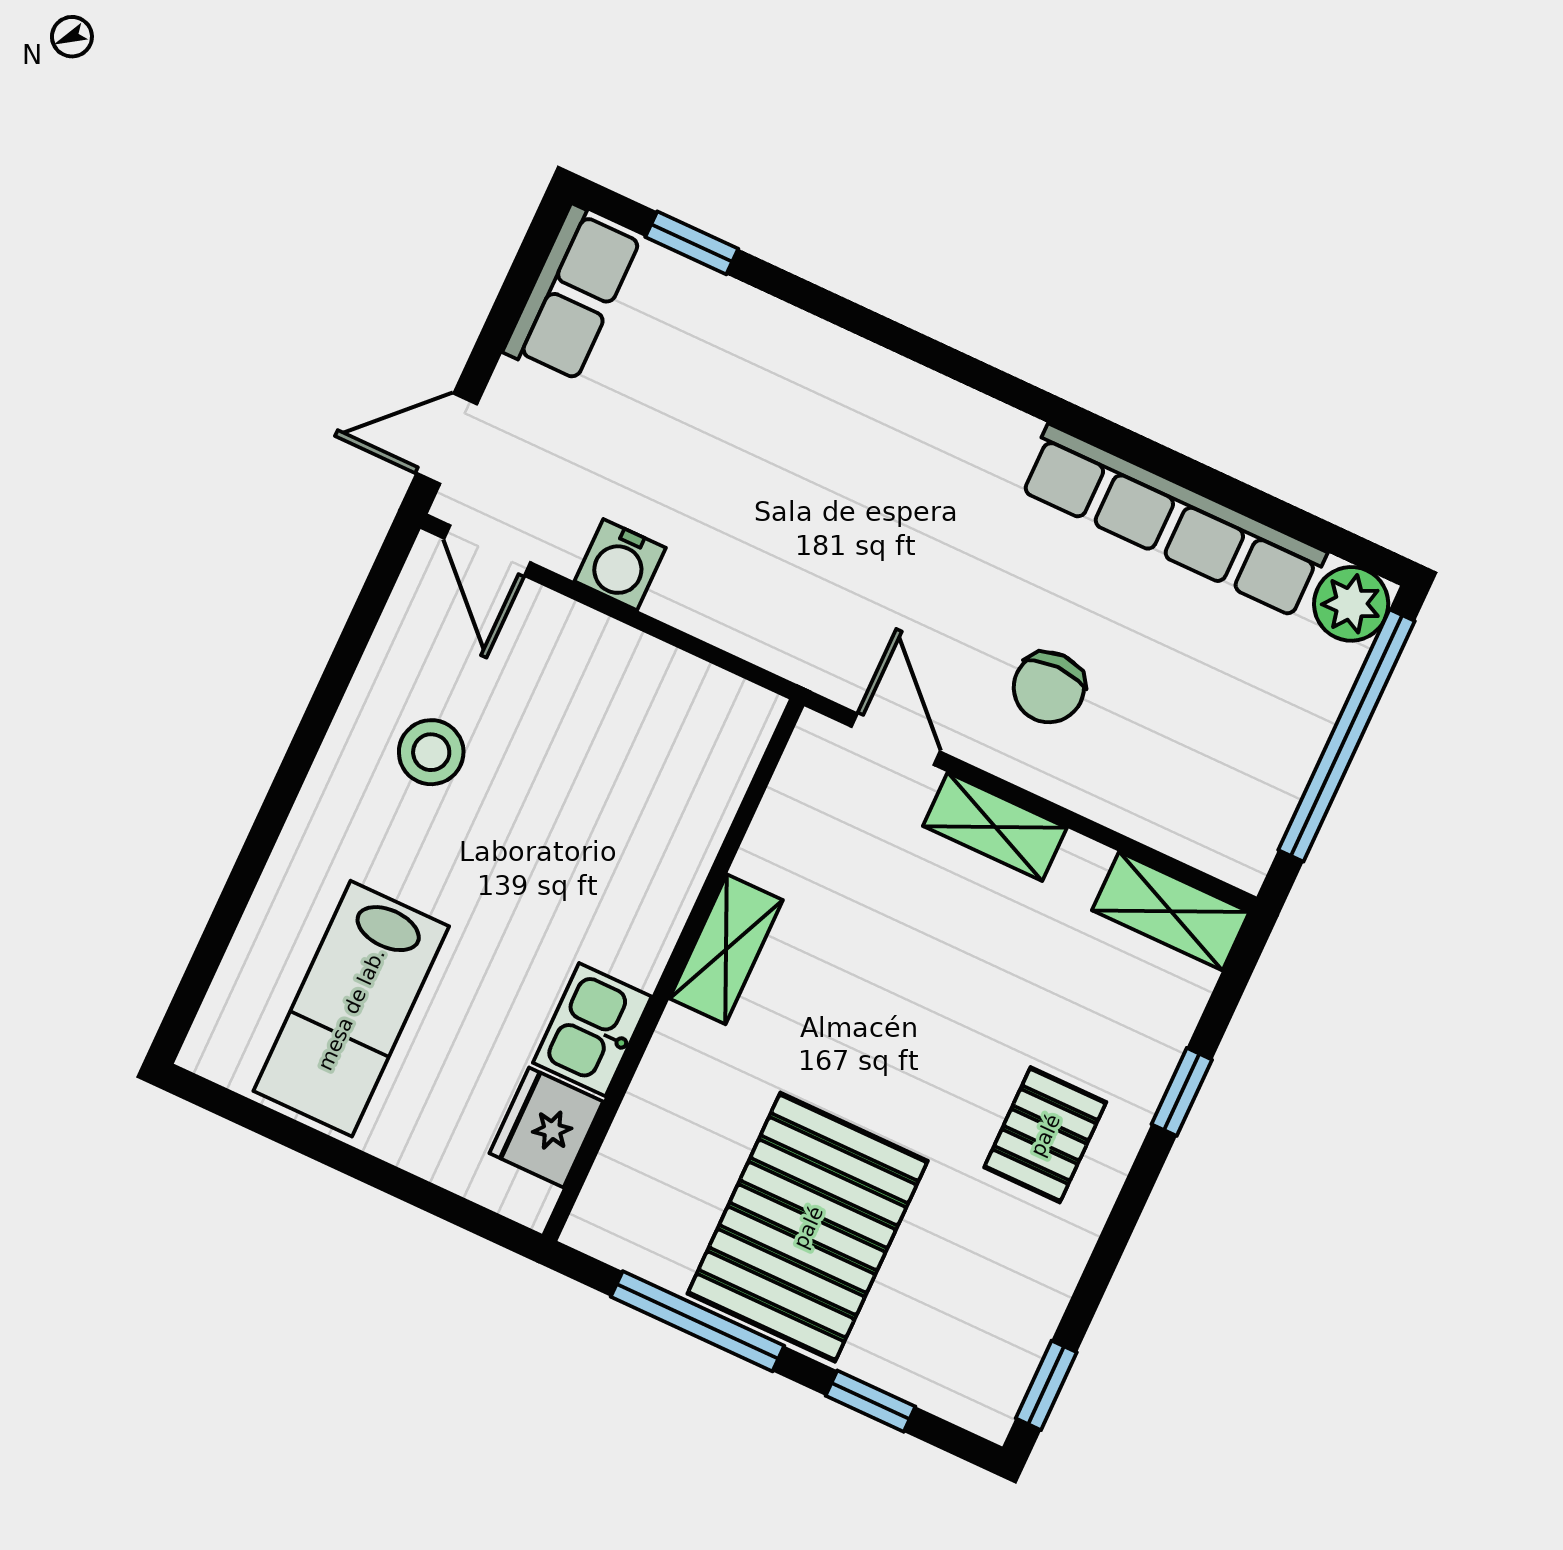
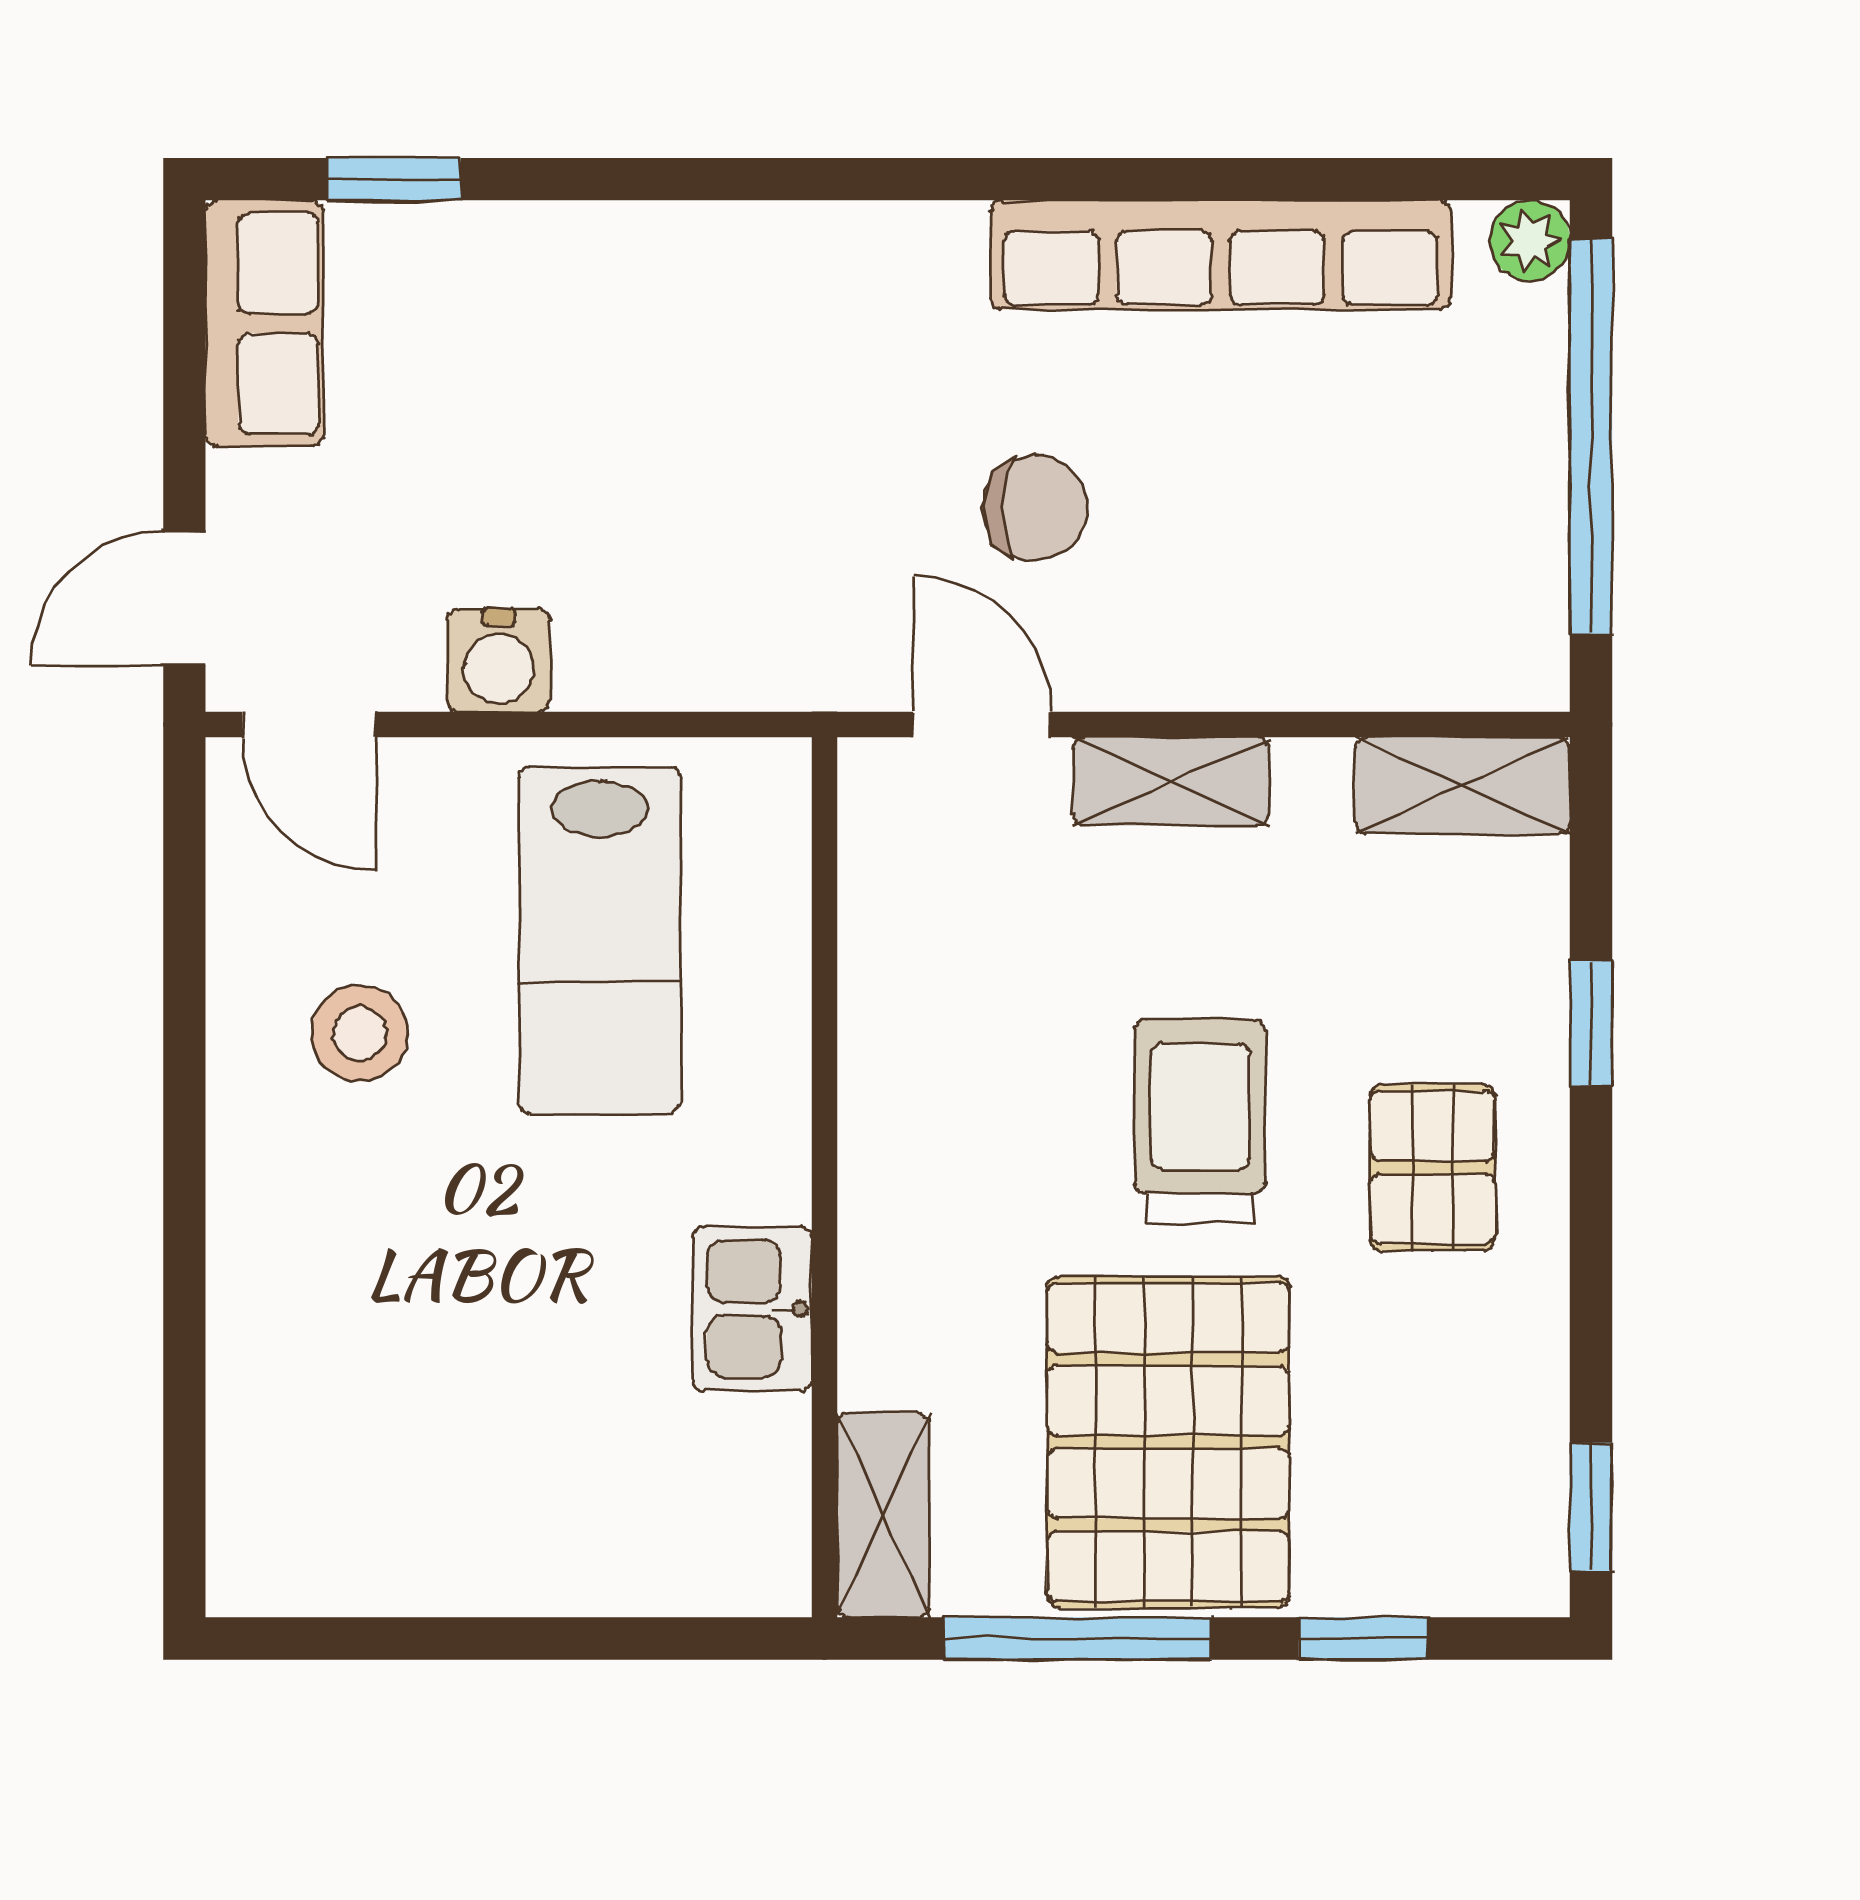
plant: (1351, 604) -> (1530, 240), width x0.73, depth x0.73
chair: (1049, 687) -> (1035, 508), moved, turned -90
shelving: (726, 949) -> (883, 1515), moved
lab bench: (351, 1009) -> (600, 941), moved
trolley: (917, 1041) -> (1200, 1121), added
fridge: (546, 1127) -> (751, 1470), removed

